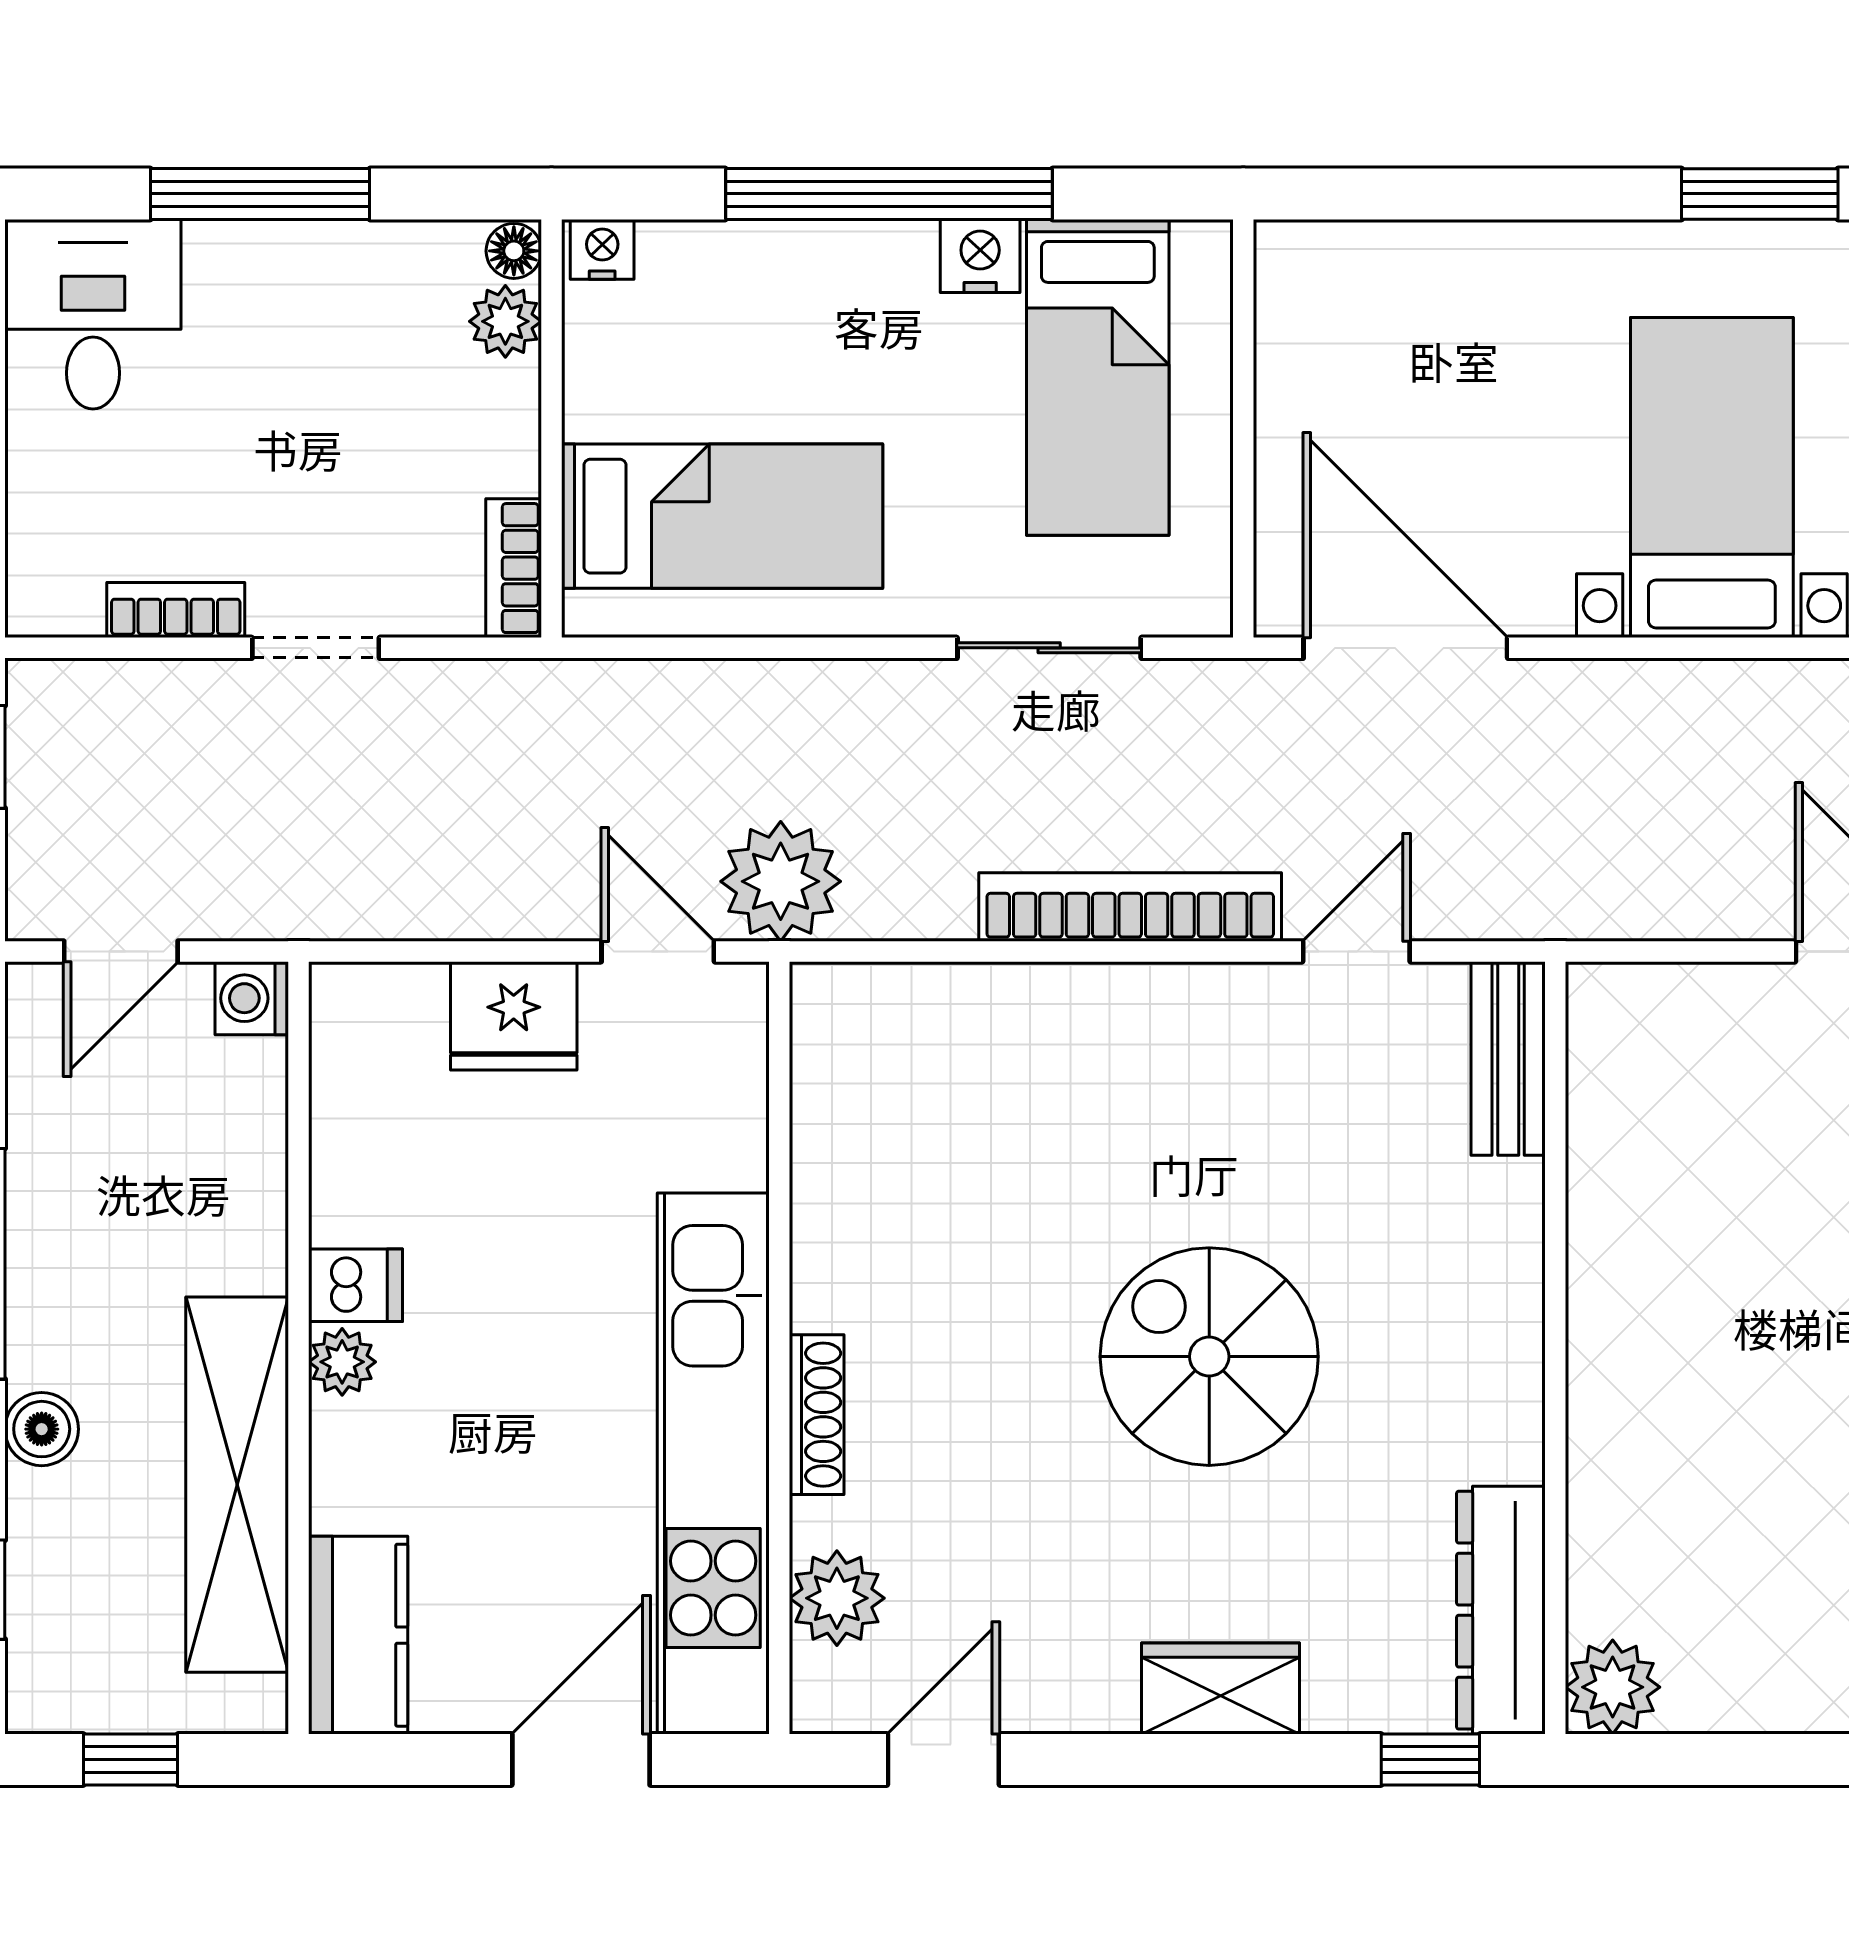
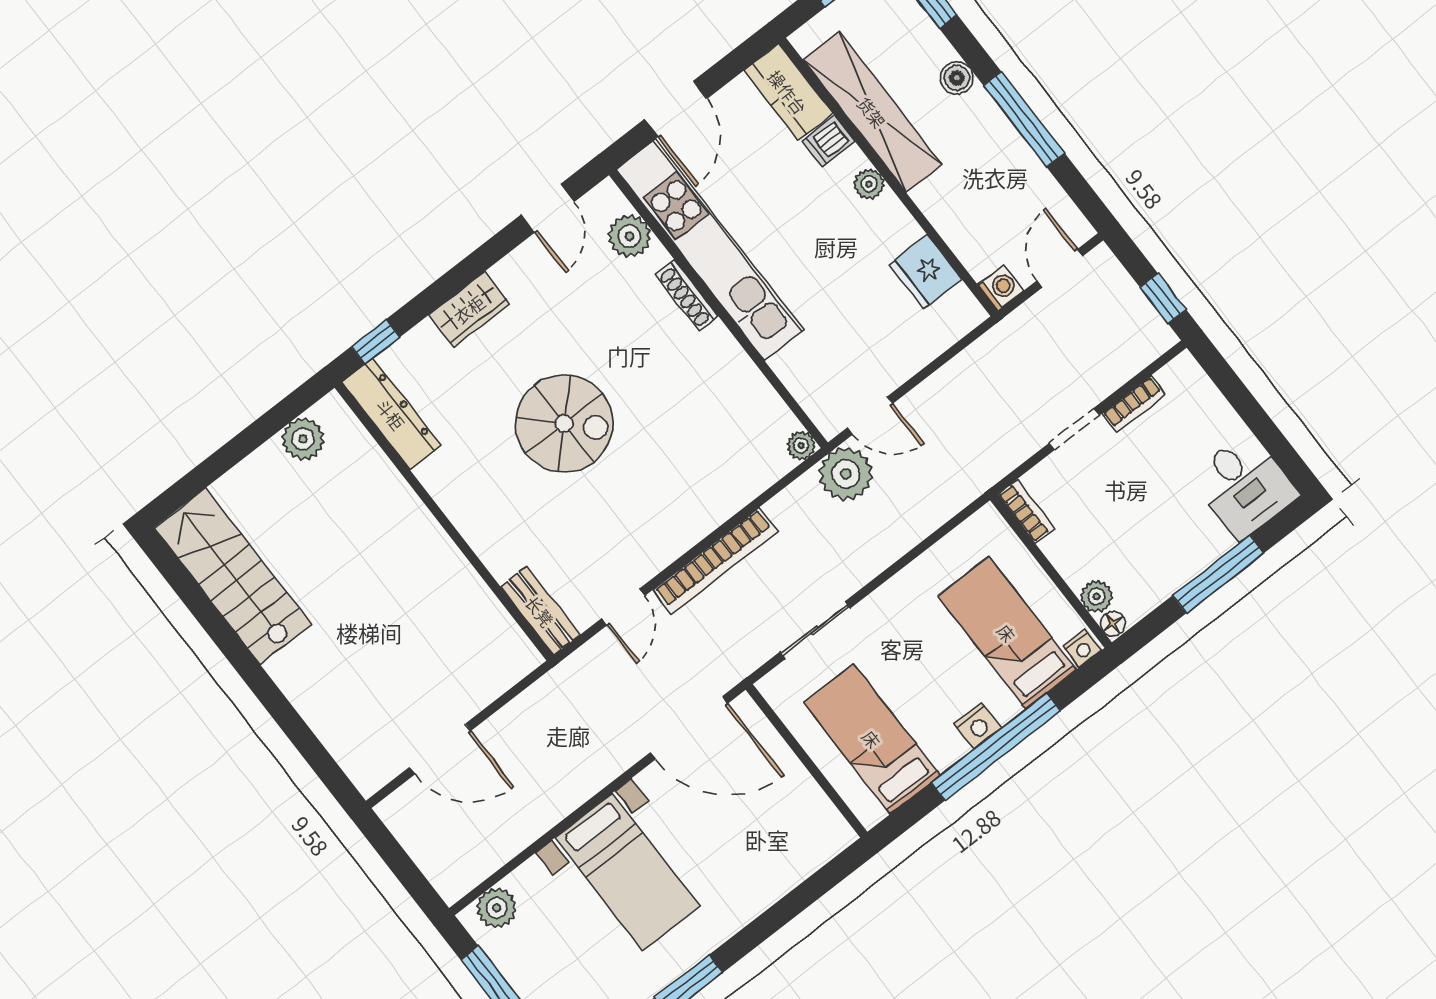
nightstand: (980, 256) -> (978, 726), moved
bed: (722, 516) -> (1007, 633), moved, turned 90
plant: (821, 993) -> (801, 446), added
fridge: (514, 1016) -> (925, 272), moved, turned -90
dishwasher: (355, 1285) -> (828, 141), moved
plant: (1613, 1687) -> (303, 439), moved

